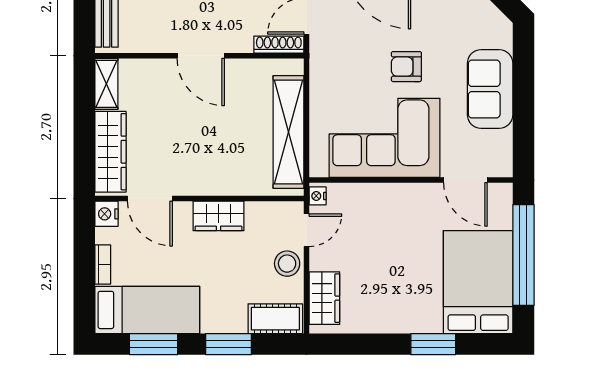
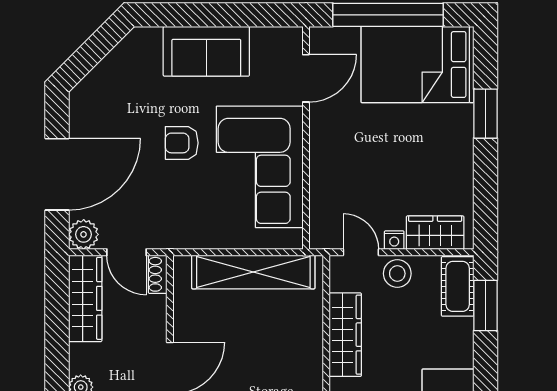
shoe rack: (279, 45) -> (158, 274), width x0.70
armchair: (406, 67) -> (182, 143), turned 90
nightstand: (318, 196) -> (394, 240), moved
wardrobe: (218, 216) -> (345, 335), width x1.50
window: (228, 344) -> (485, 306), moved

